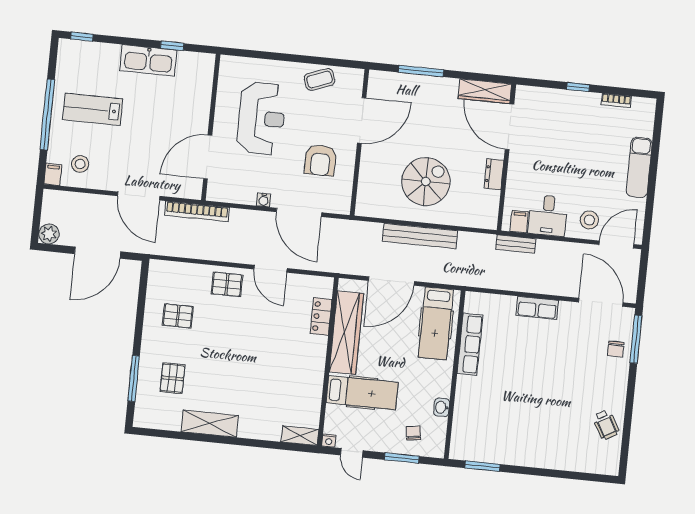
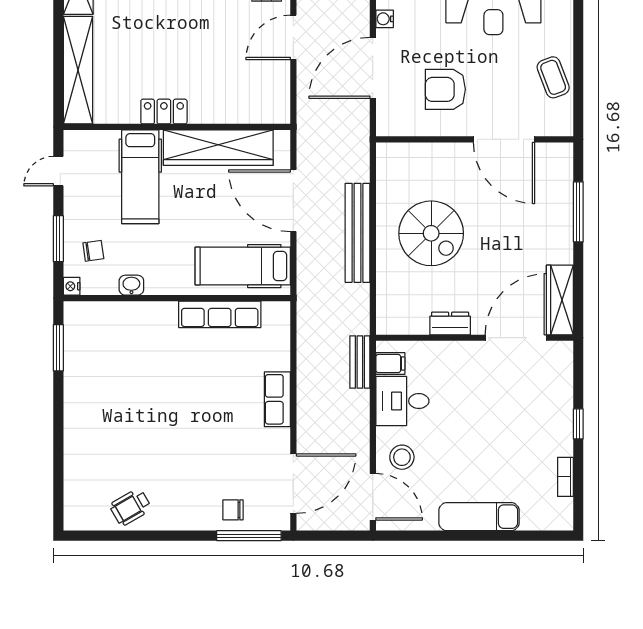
locker: (321, 317) -> (164, 112), moved
shelving: (300, 436) -> (78, 70), width x2.20, depth x1.33
nightstand: (329, 441) -> (72, 286), moved

